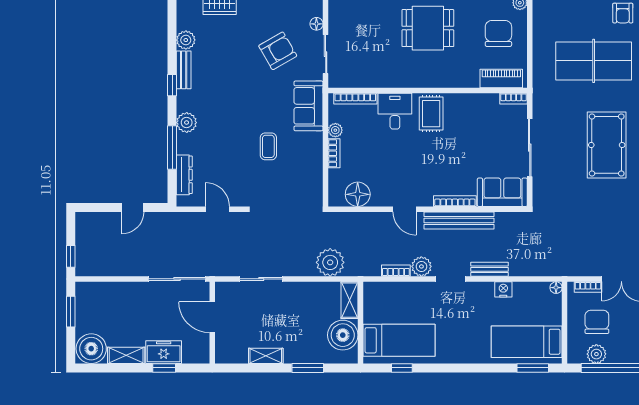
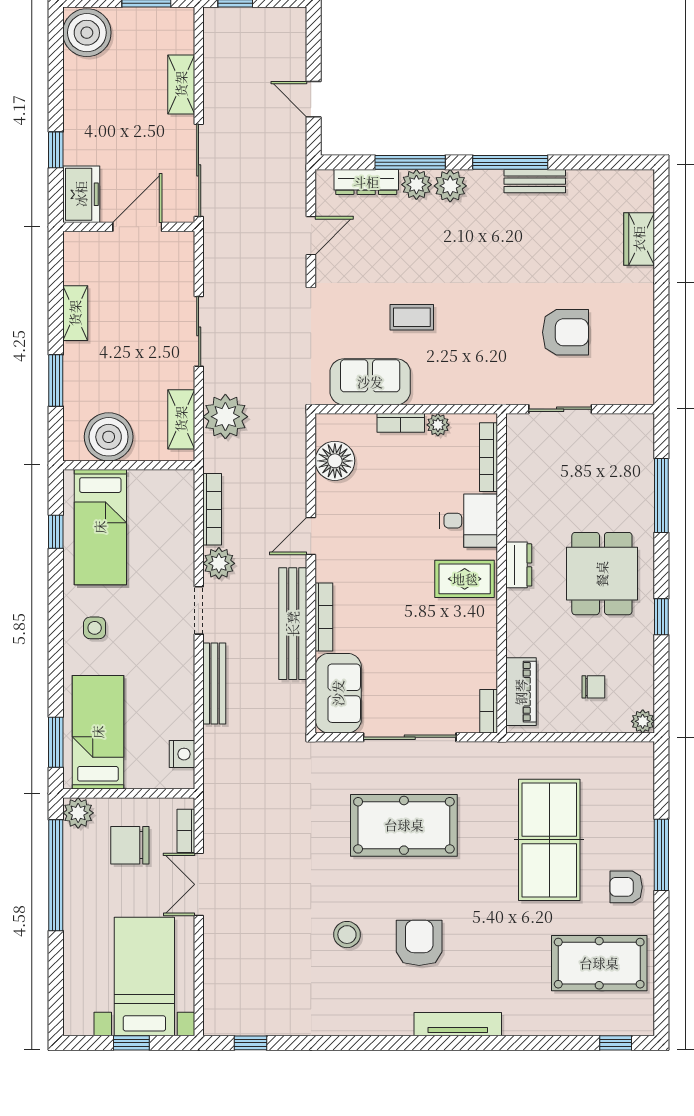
floor lamp: (316, 24) -> (609, 395), removed
chair: (498, 33) -> (593, 687), width x0.54, depth x0.54
plant: (186, 40) -> (416, 185), moved
armchair: (278, 51) -> (565, 332), turned -60
dresser: (422, 80) -> (519, 565), added
window: (172, 85) -> (510, 162), width x2.17
sofa: (309, 106) -> (370, 382), moved
pool table: (607, 145) -> (404, 825), moved
bench: (489, 269) -> (214, 683), width x1.36
bookcase: (396, 271) -> (212, 509), width x1.56
sliding door: (261, 279) -> (199, 331), moved
floor lamp: (556, 288) -> (185, 780), removed
nightstand: (503, 289) -> (182, 754), moved
shelving: (350, 300) -> (181, 419), moved, turned 90
chair: (597, 322) -> (130, 845), turned 180
side table: (462, 344) -> (95, 628), added
freezer: (164, 352) -> (81, 194), moved
plant: (596, 354) -> (78, 813), moved
shelving: (126, 355) -> (181, 84), moved

